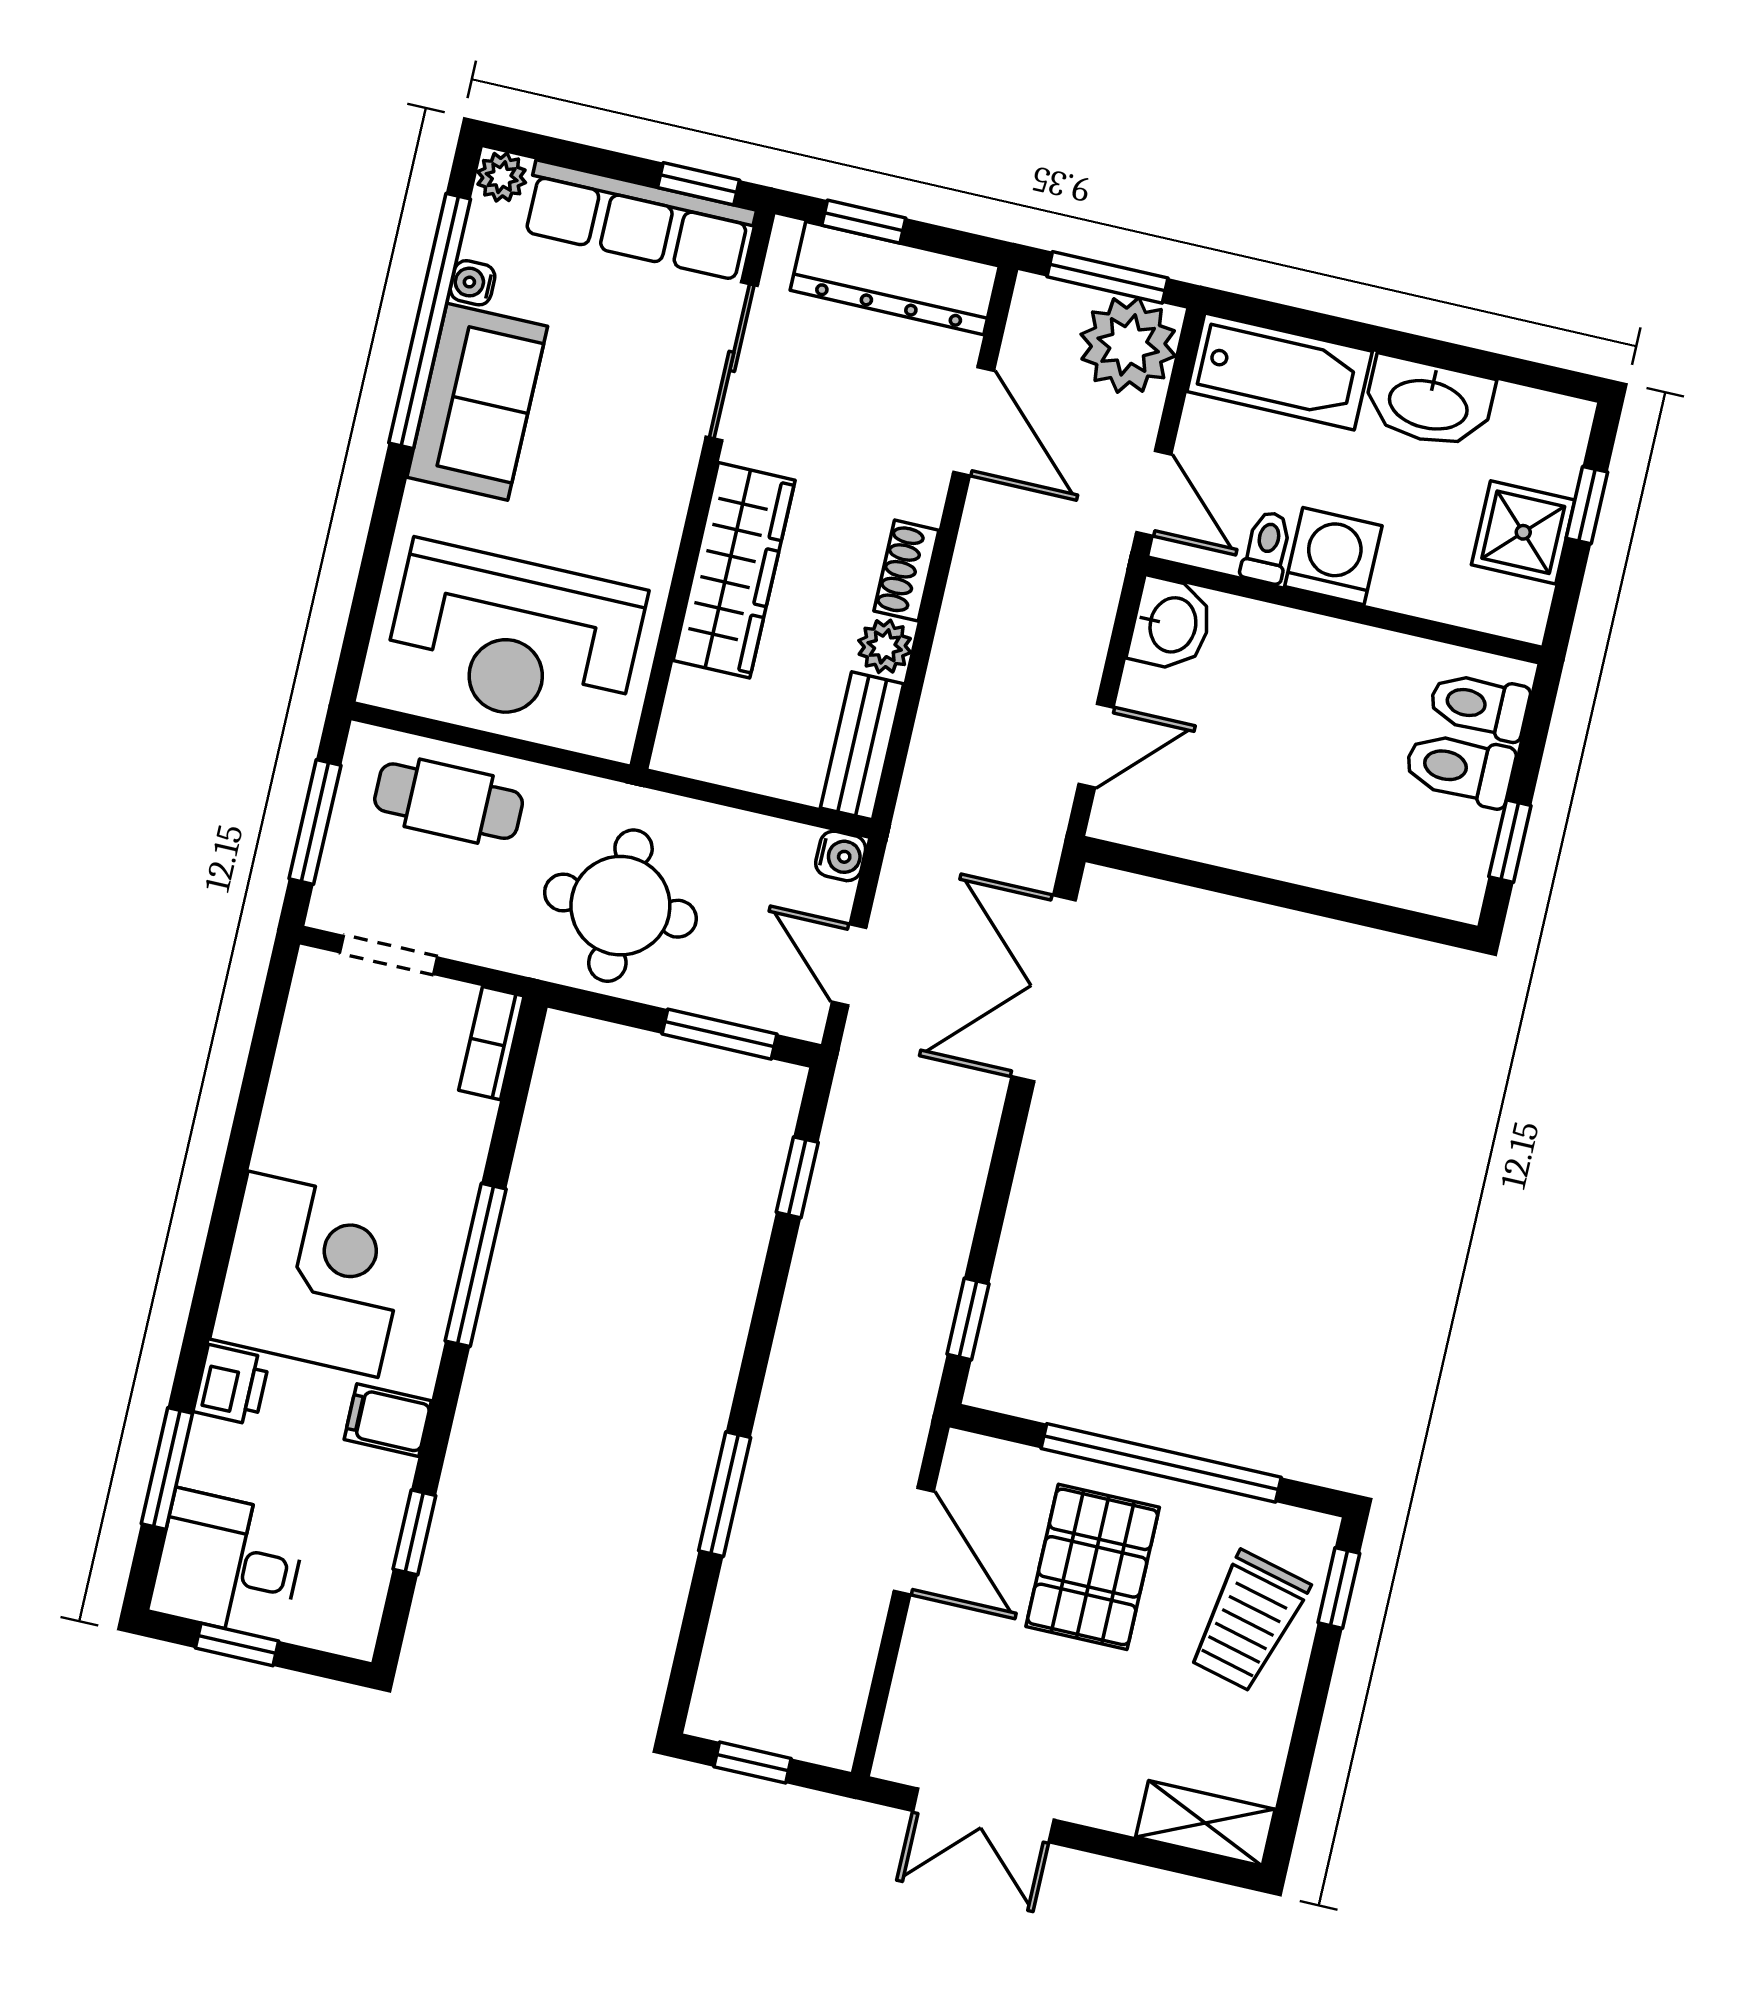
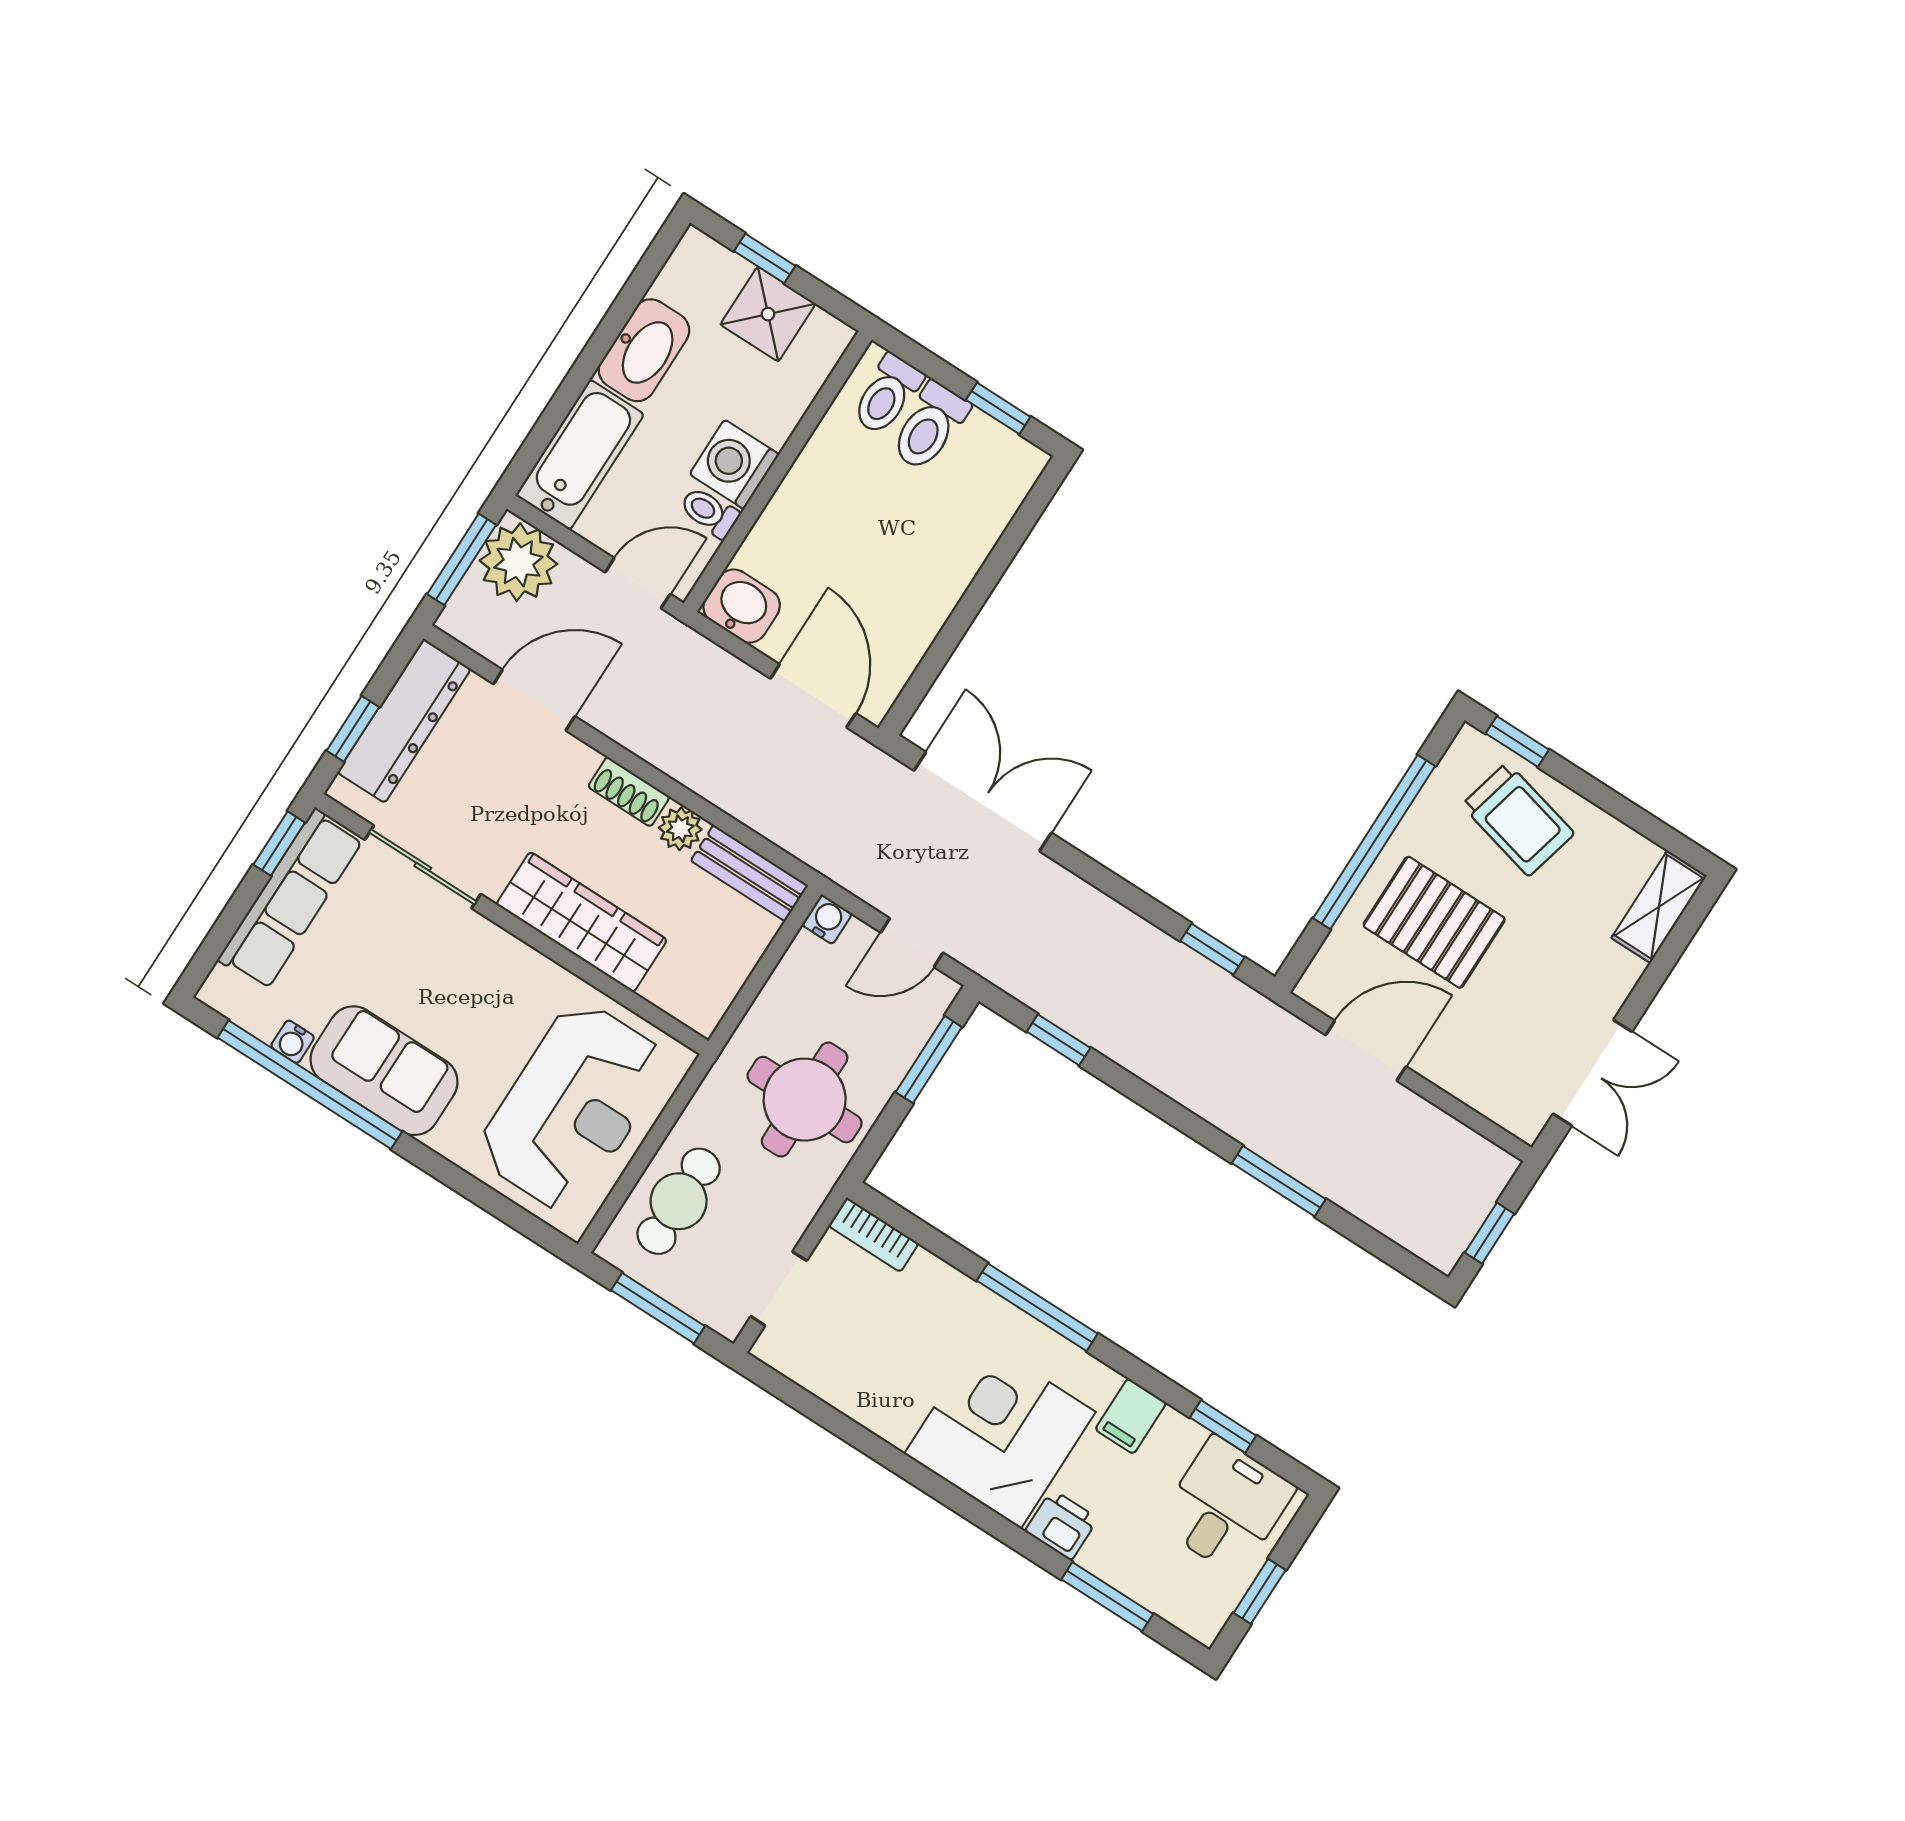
plant: (502, 177) -> (220, 991), removed
door: (1096, 746) -> (813, 696), width x1.37
double door: (1044, 988) -> (983, 802), swing flipped
desk: (228, 1564) -> (1226, 1506), moved, turned 180

